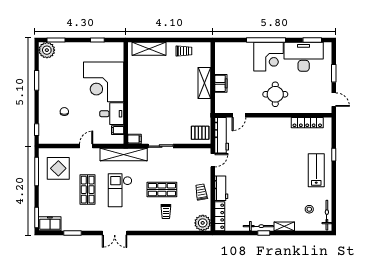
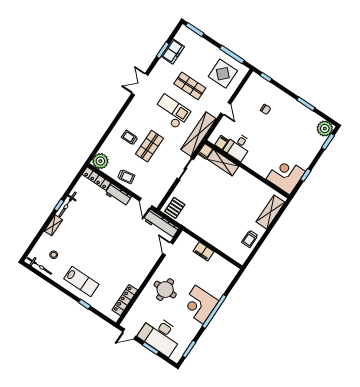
desk: (304, 57) -> (160, 335), moved, turned 90
corner desk: (104, 82) -> (286, 175), moved, width x0.74, depth x0.74
shelving: (204, 83) -> (223, 163), moved
freezer: (50, 224) -> (173, 51), moved

